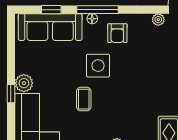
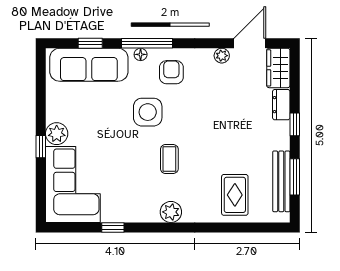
armchair: (117, 33) -> (171, 72), turned 180
coffee table: (84, 99) -> (169, 159), moved

